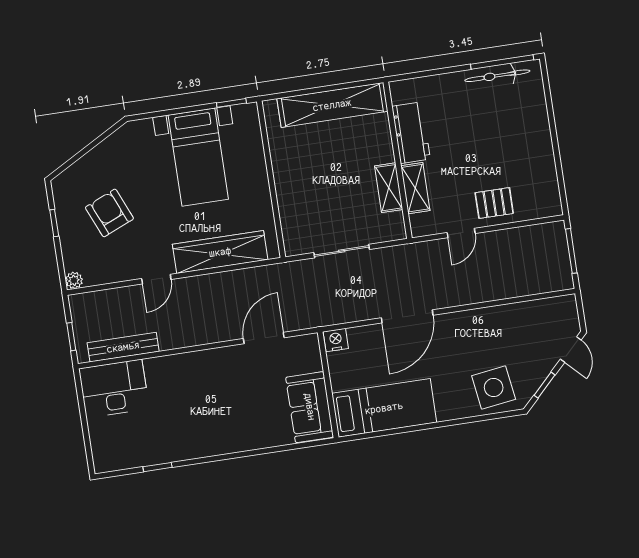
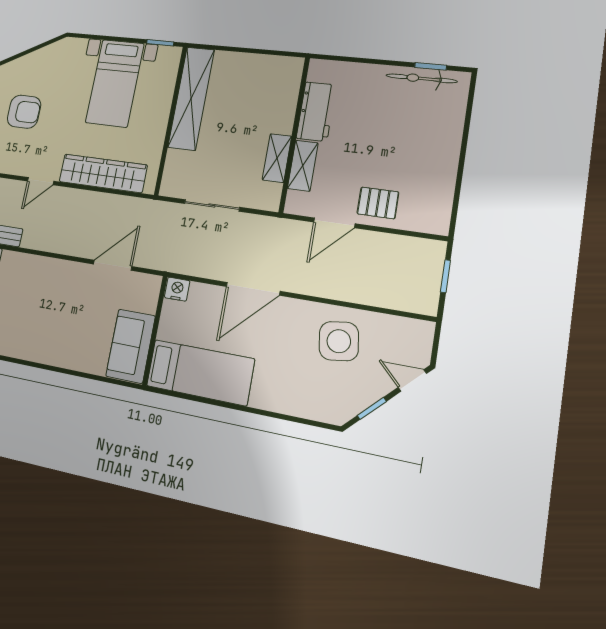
window: (502, 62) -> (431, 66), width x0.46
shelving: (332, 105) -> (191, 98), moved, turned 90
armchair: (109, 213) -> (24, 112), turned 113
door: (461, 233) -> (334, 223), width x1.38
window: (571, 251) -> (445, 276), width x0.67
door: (571, 350) -> (412, 380), swing flipped
side table: (494, 388) -> (339, 341), moved

